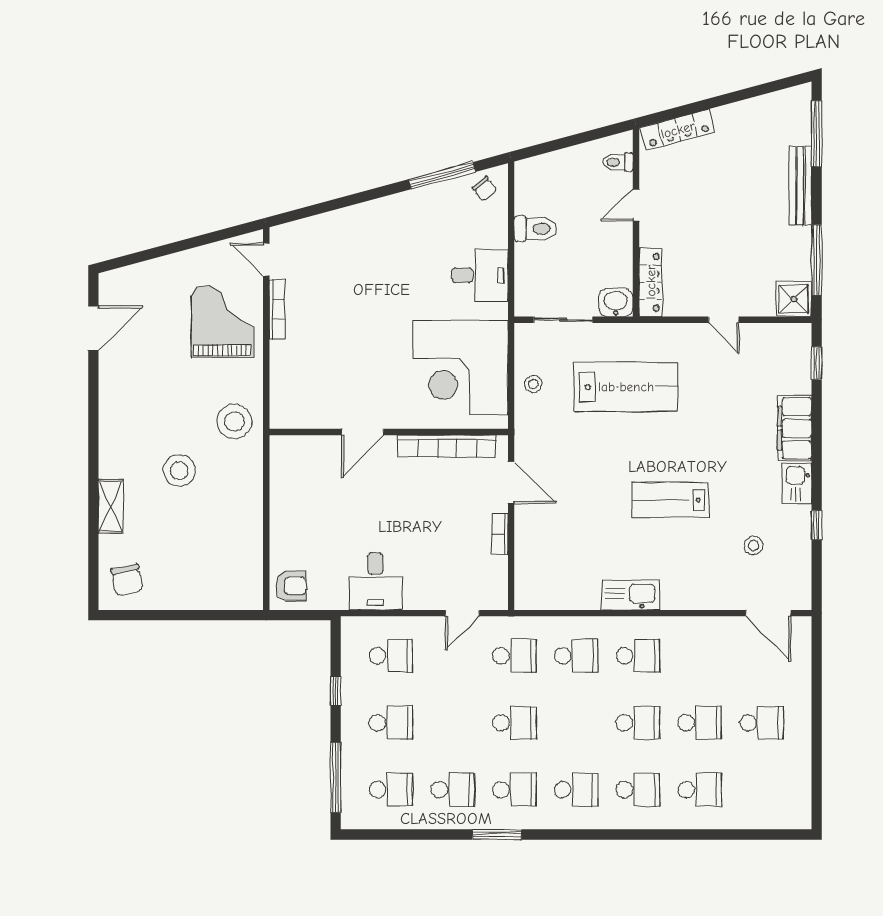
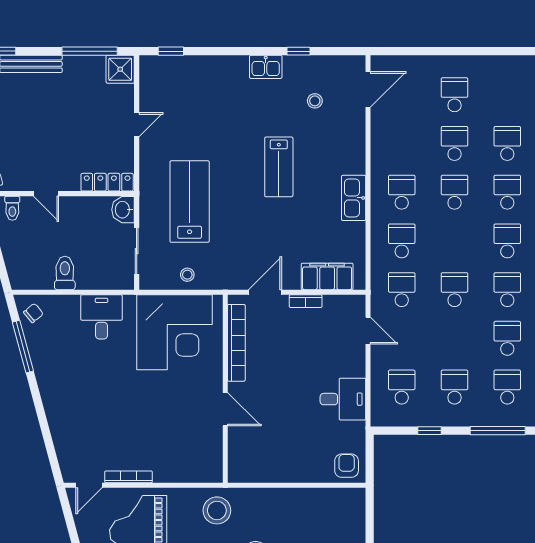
filing cabinet: (795, 428) -> (327, 276), moved, turned 180

